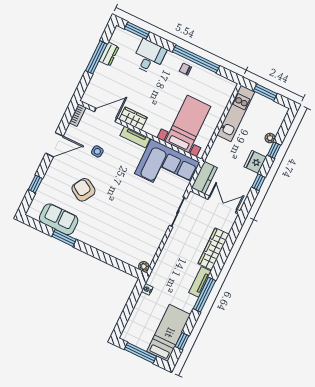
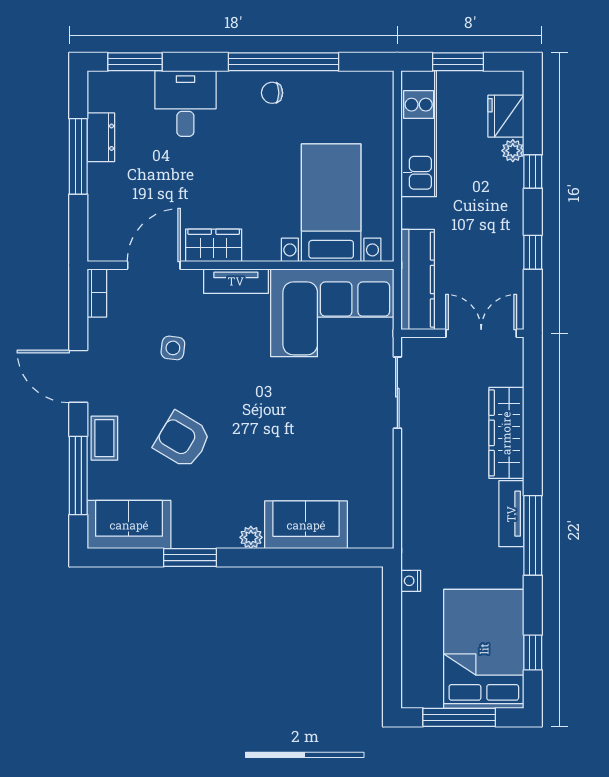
door: (54, 145) -> (78, 376), swing flipped
fridge: (255, 162) -> (506, 116), moved
coffee table: (53, 174) -> (104, 438), added
kitchen counter: (204, 178) -> (418, 280), width x1.50
window: (35, 184) -> (78, 475), width x2.17
sofa: (59, 219) -> (129, 525), moved
sofa: (116, 247) -> (306, 525), added
plant: (144, 266) -> (251, 537), moved
bed: (169, 333) -> (484, 649), width x1.50

